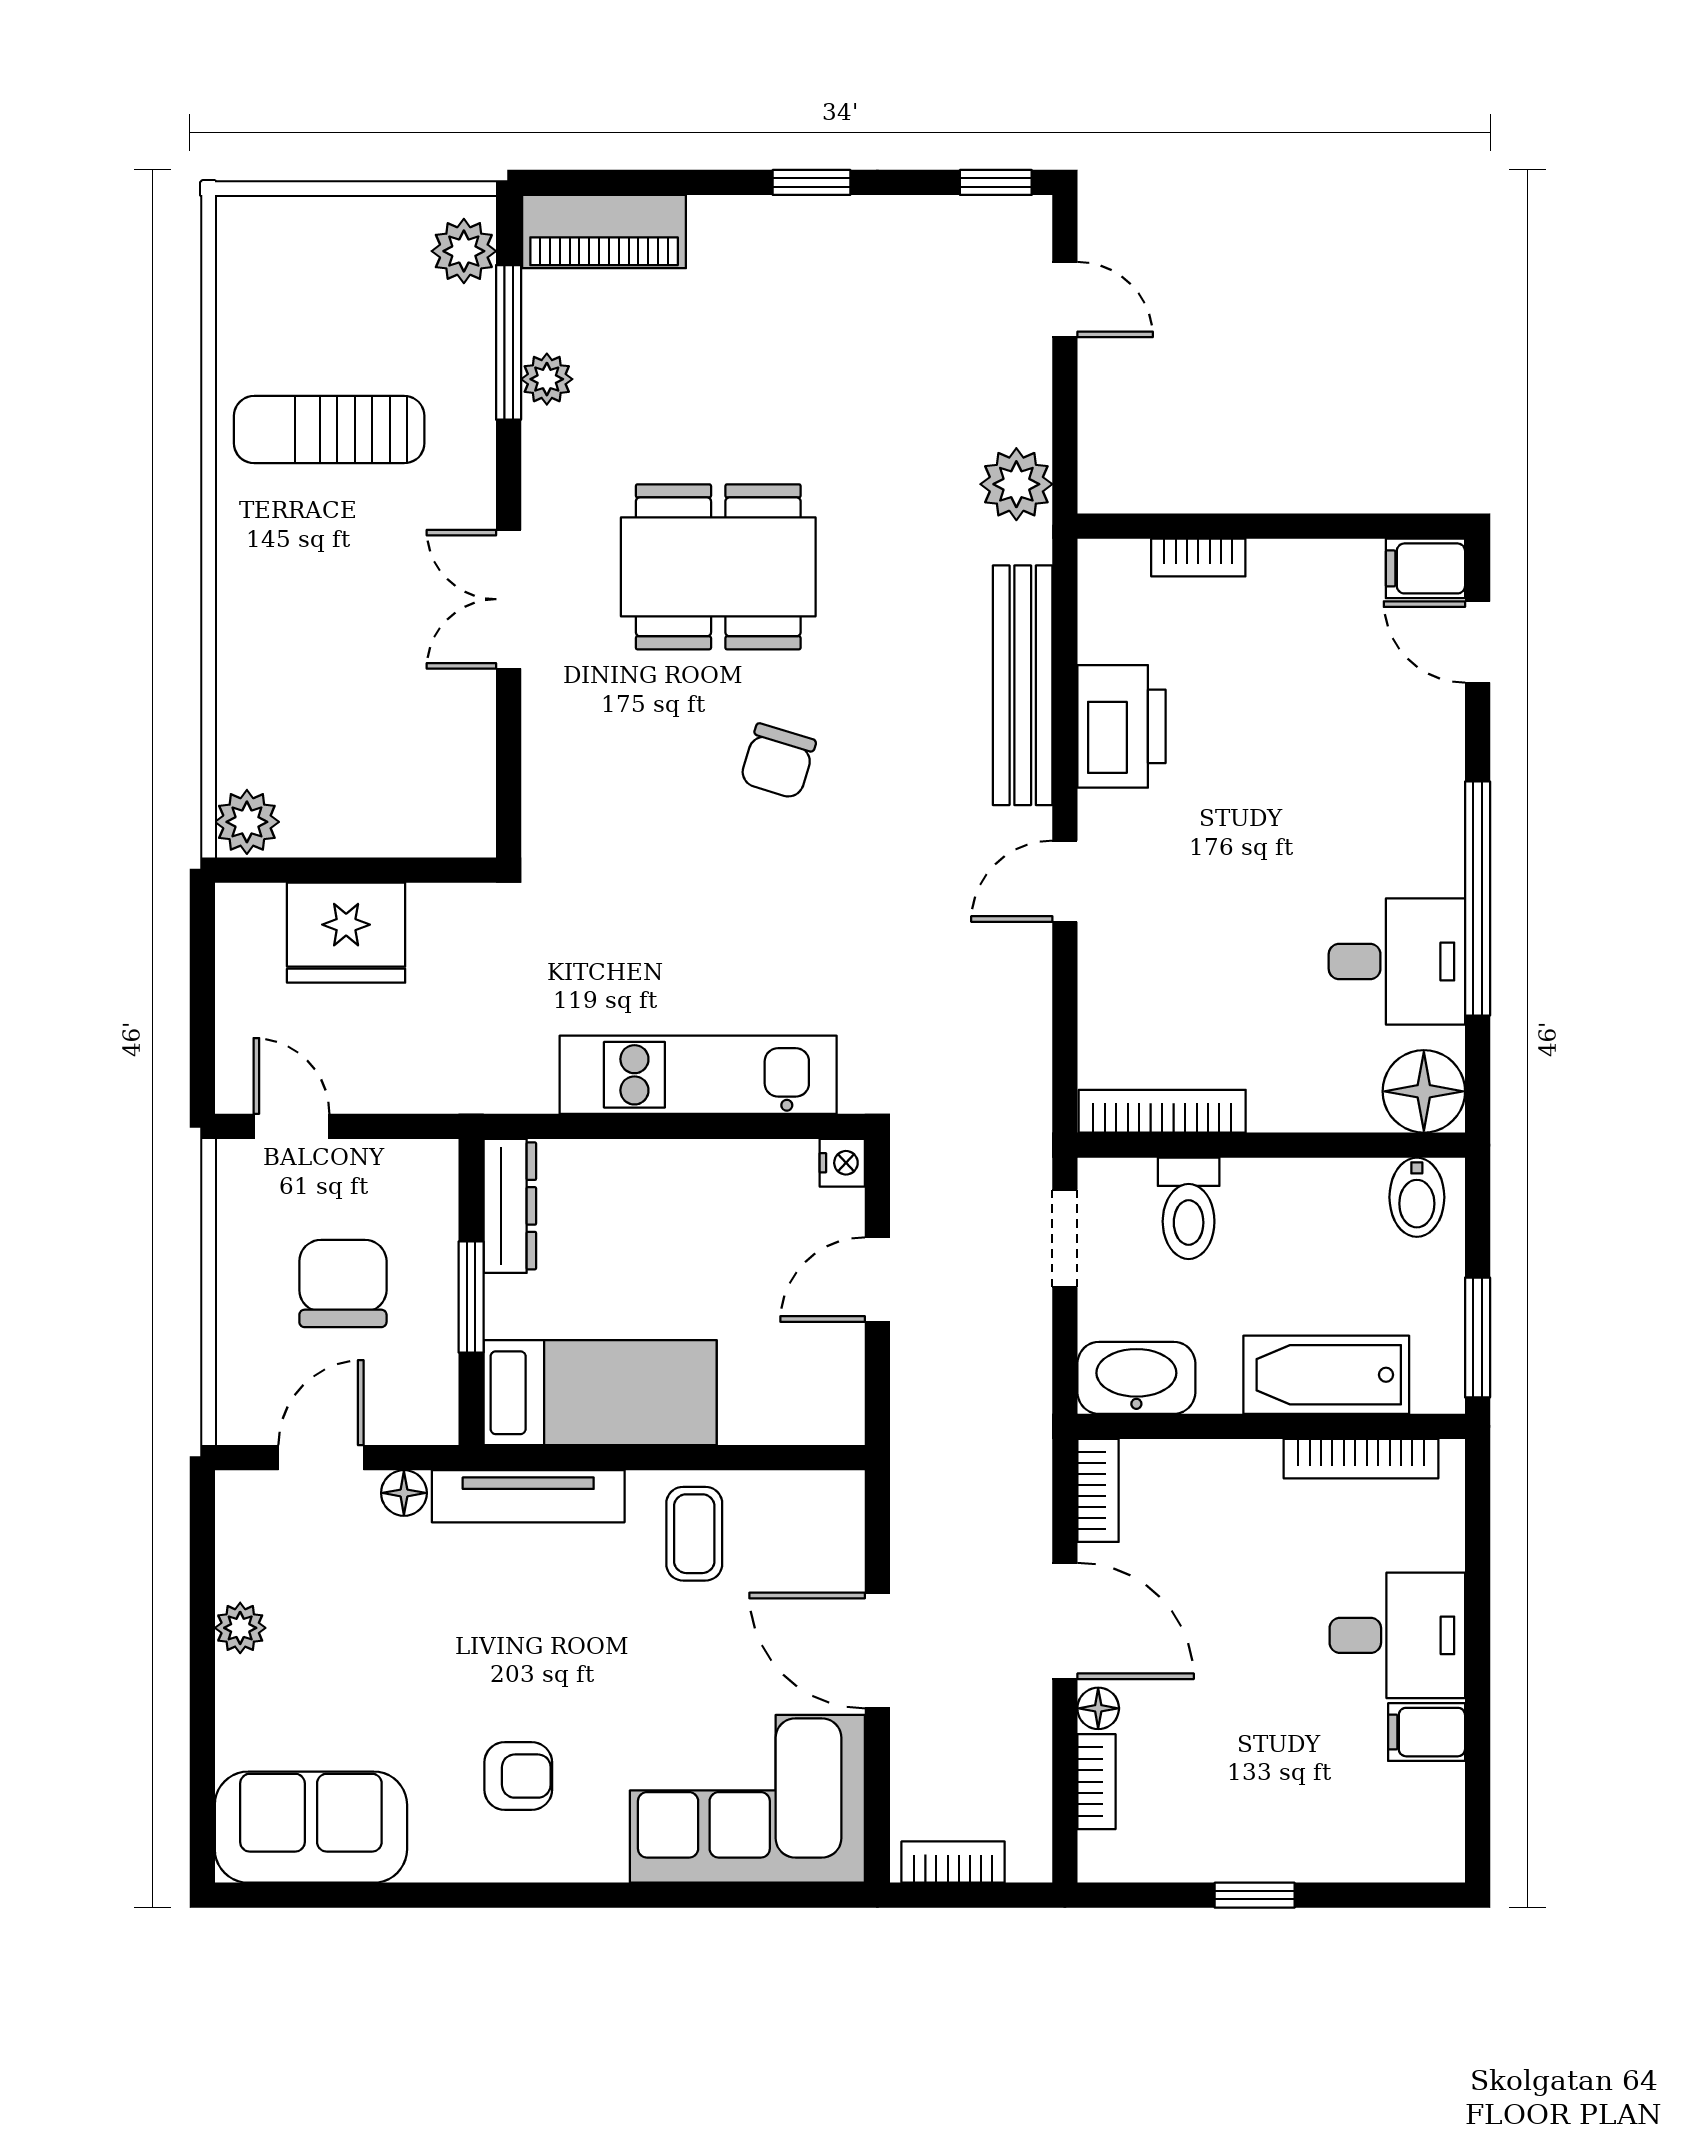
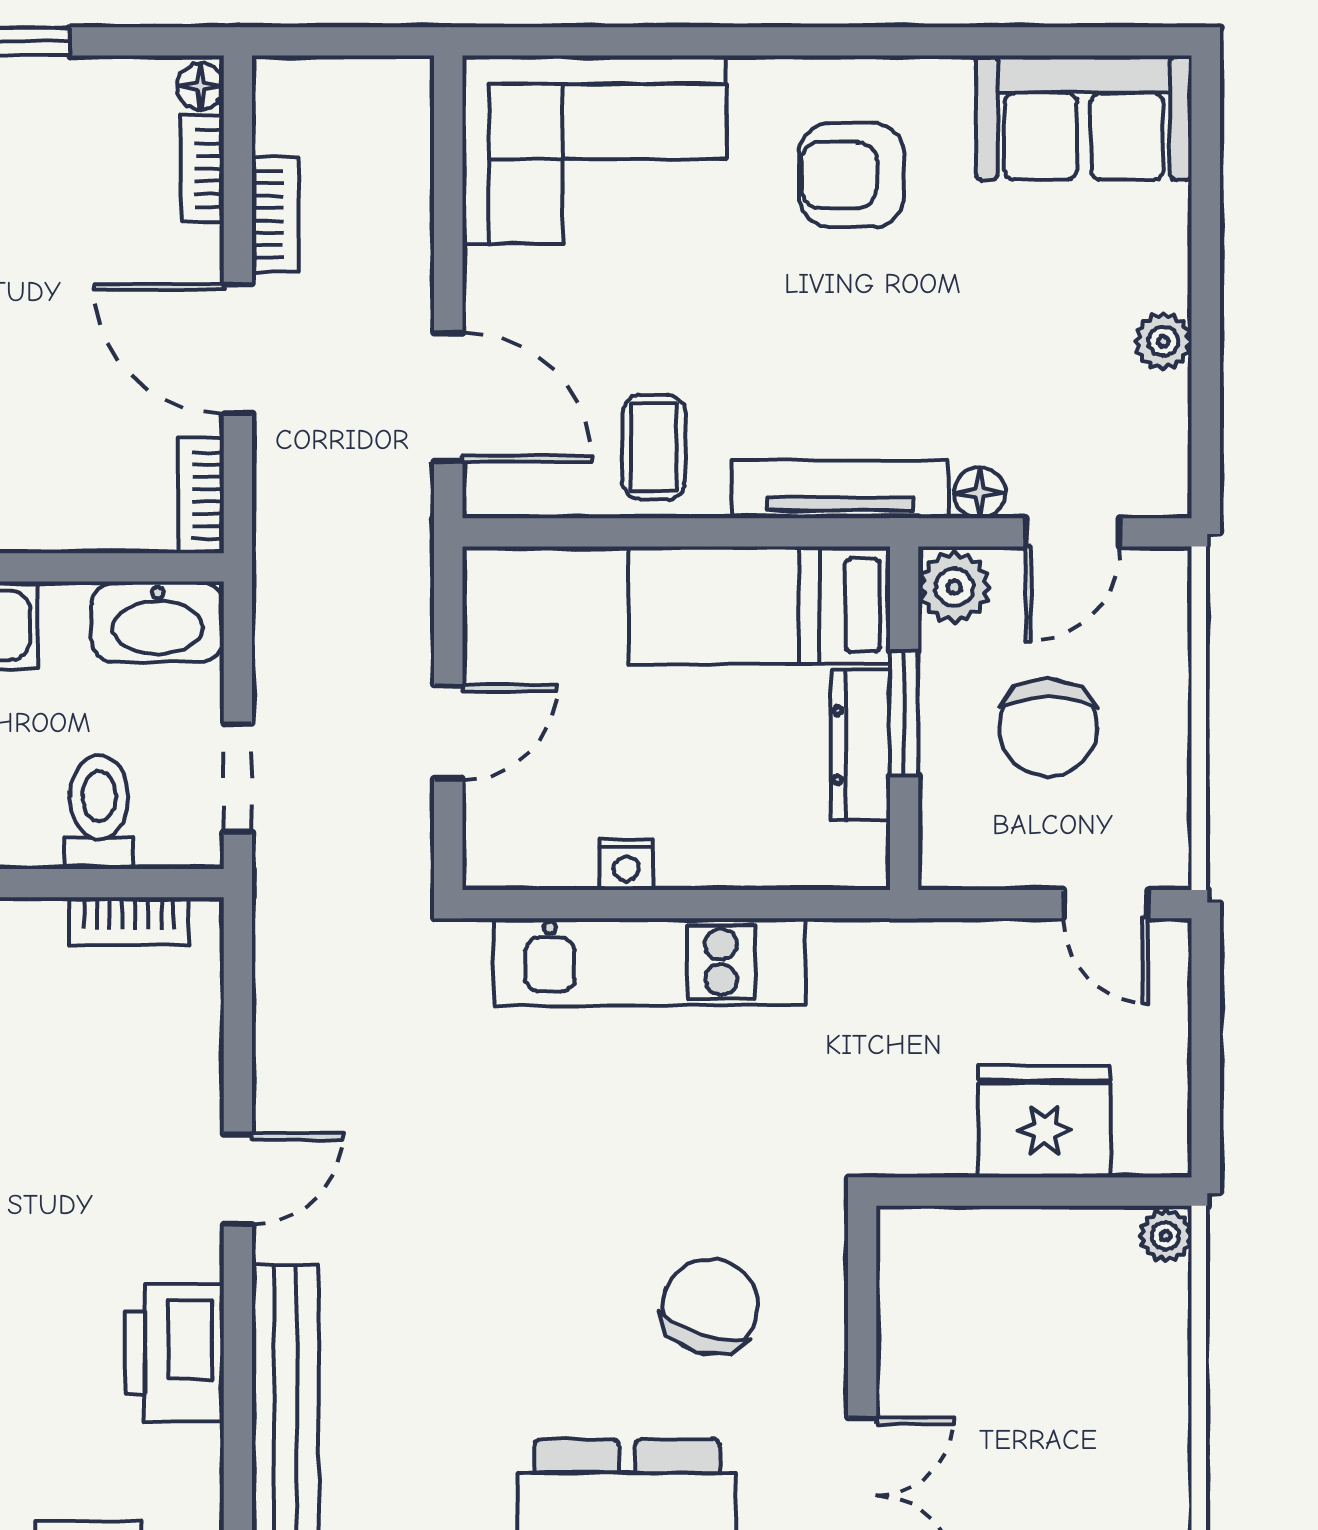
chair: (778, 761) -> (710, 1306), moved, width x1.37, depth x1.37
plant: (247, 822) -> (1166, 1236), width x0.73, depth x0.73
bookcase: (1162, 1111) -> (129, 921), width x0.64
nightstand: (842, 1163) -> (626, 865), moved, turned -90
dresser: (510, 1206) -> (861, 745), moved
plant: (426, 1409) -> (954, 587), added
door: (877, 1651) -> (448, 397), moved
floor lamp: (1098, 1708) -> (201, 87), moved
armchair: (518, 1776) -> (851, 175), width x1.38, depth x1.38
bookcase: (953, 1862) -> (275, 214), moved, turned -90

